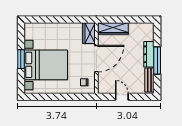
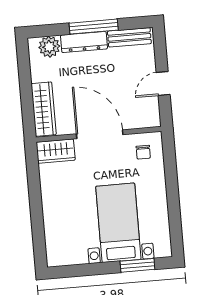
plant: (148, 35) -> (49, 47), added
window: (21, 59) -> (137, 265), moved
bed with nightstands: (46, 65) -> (118, 223), width x0.73

